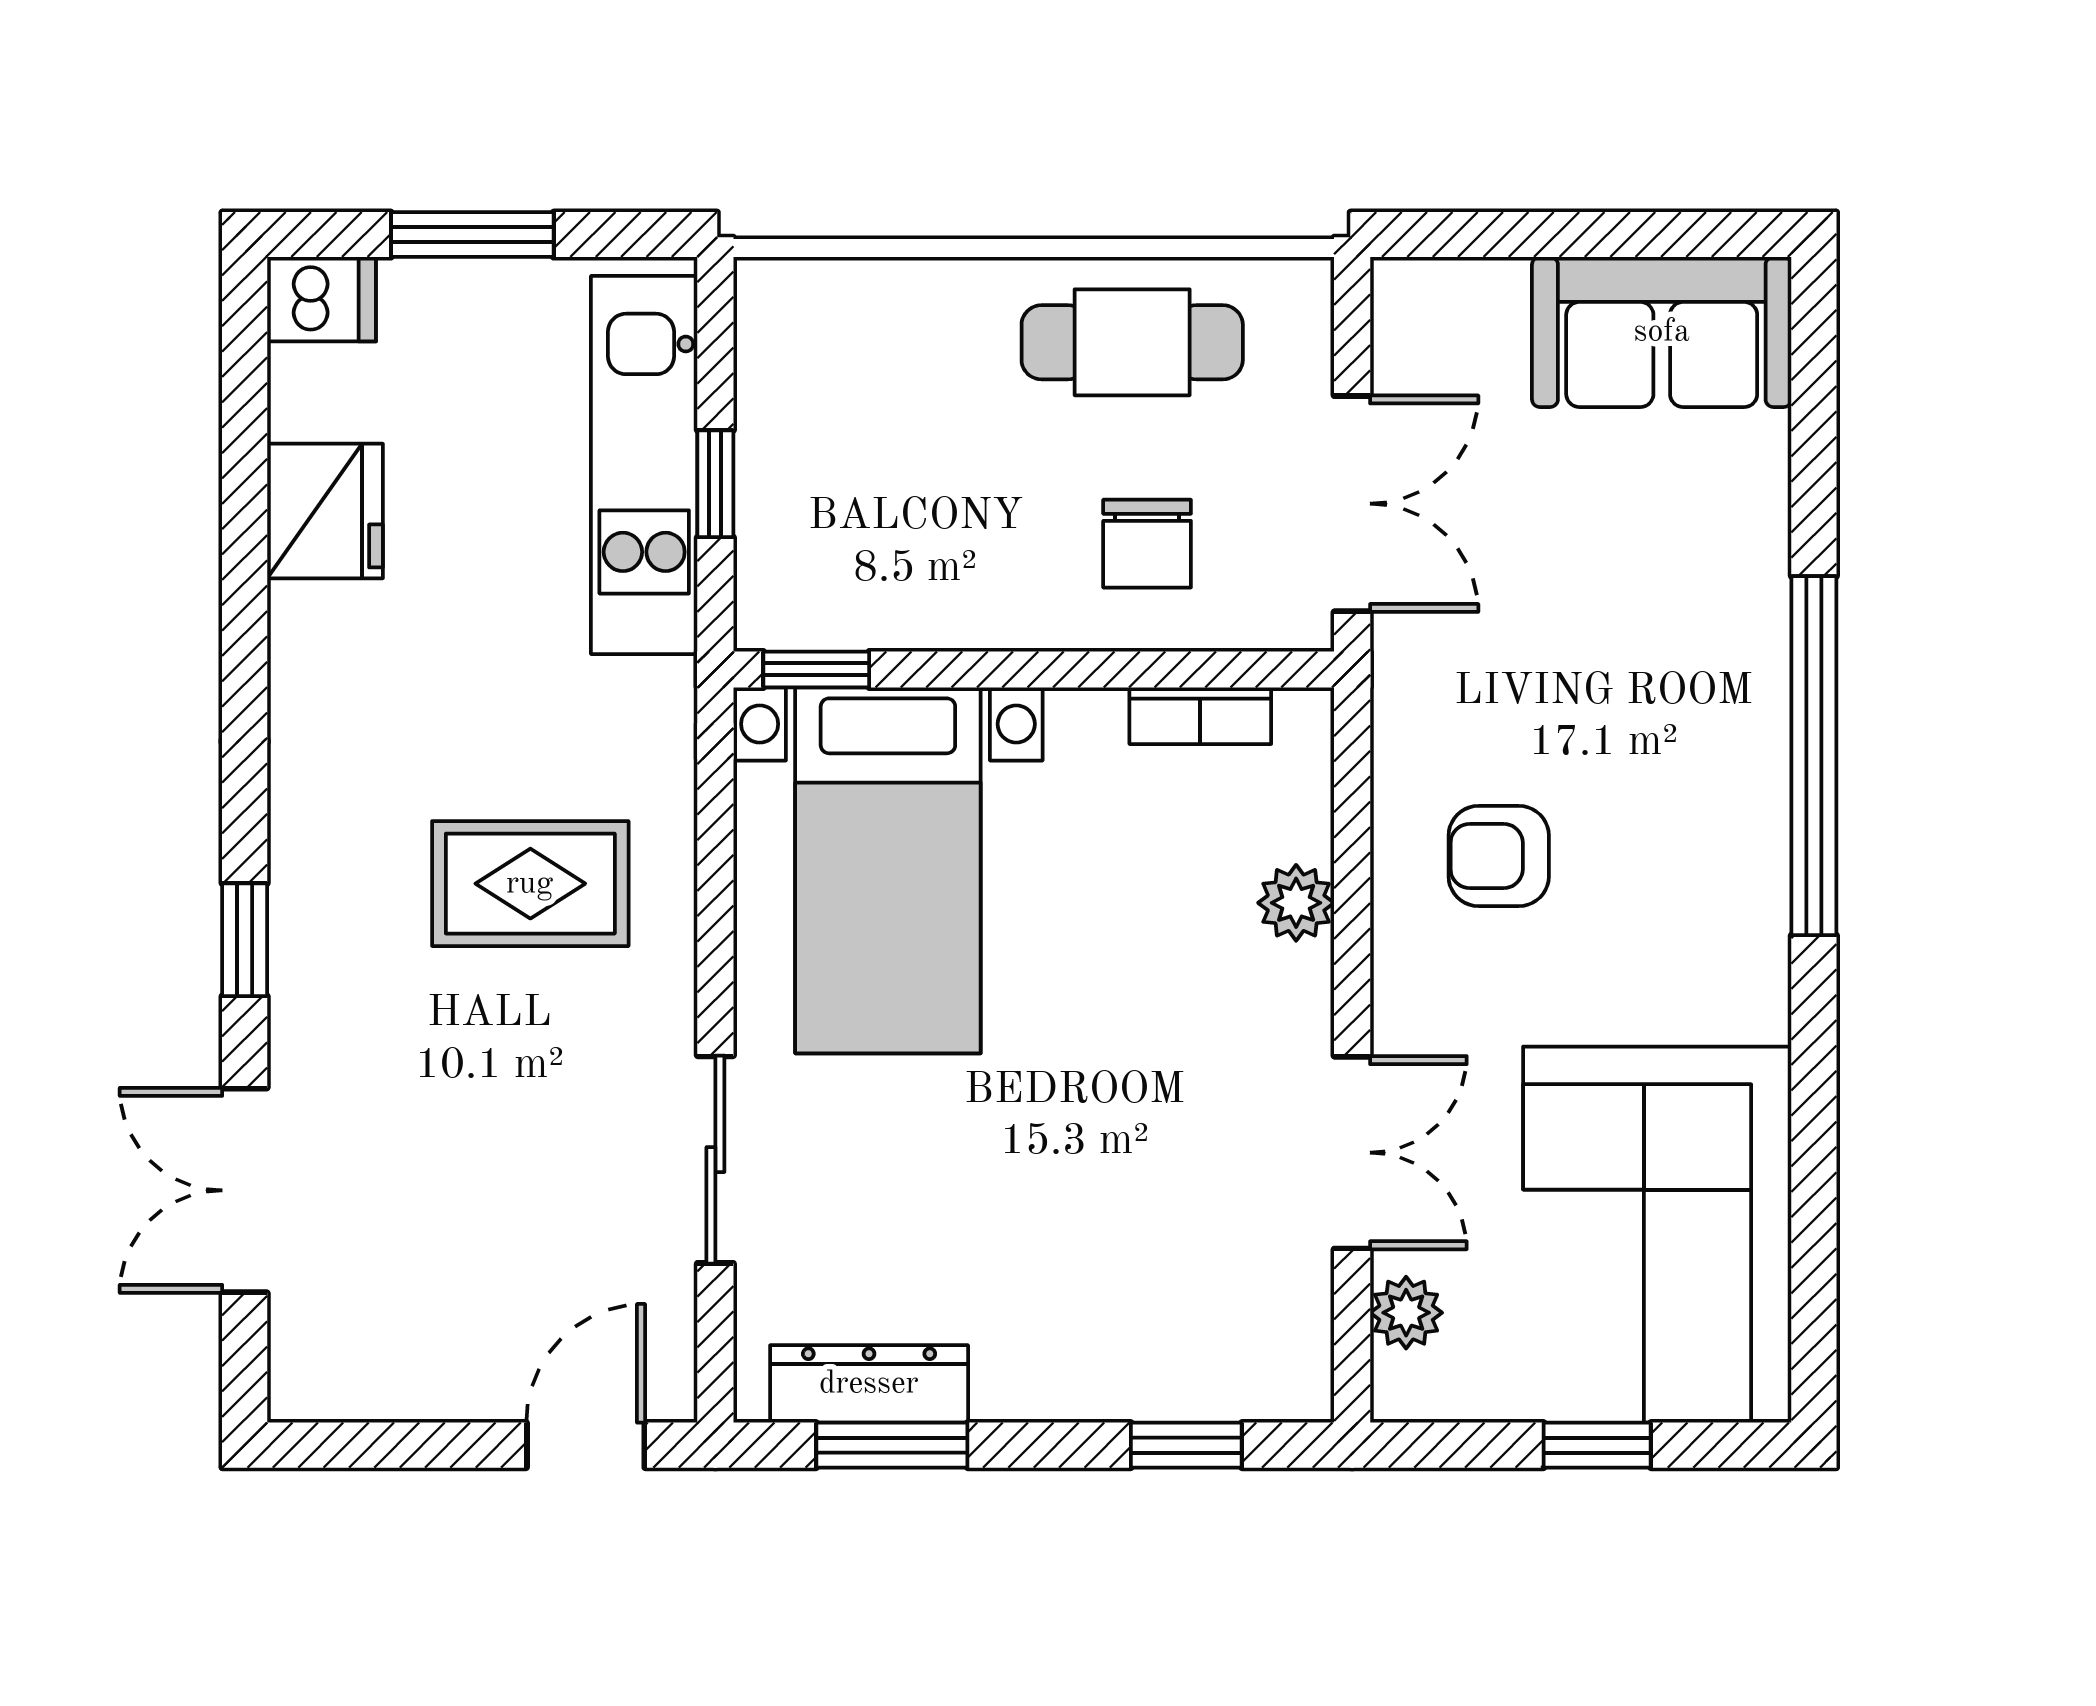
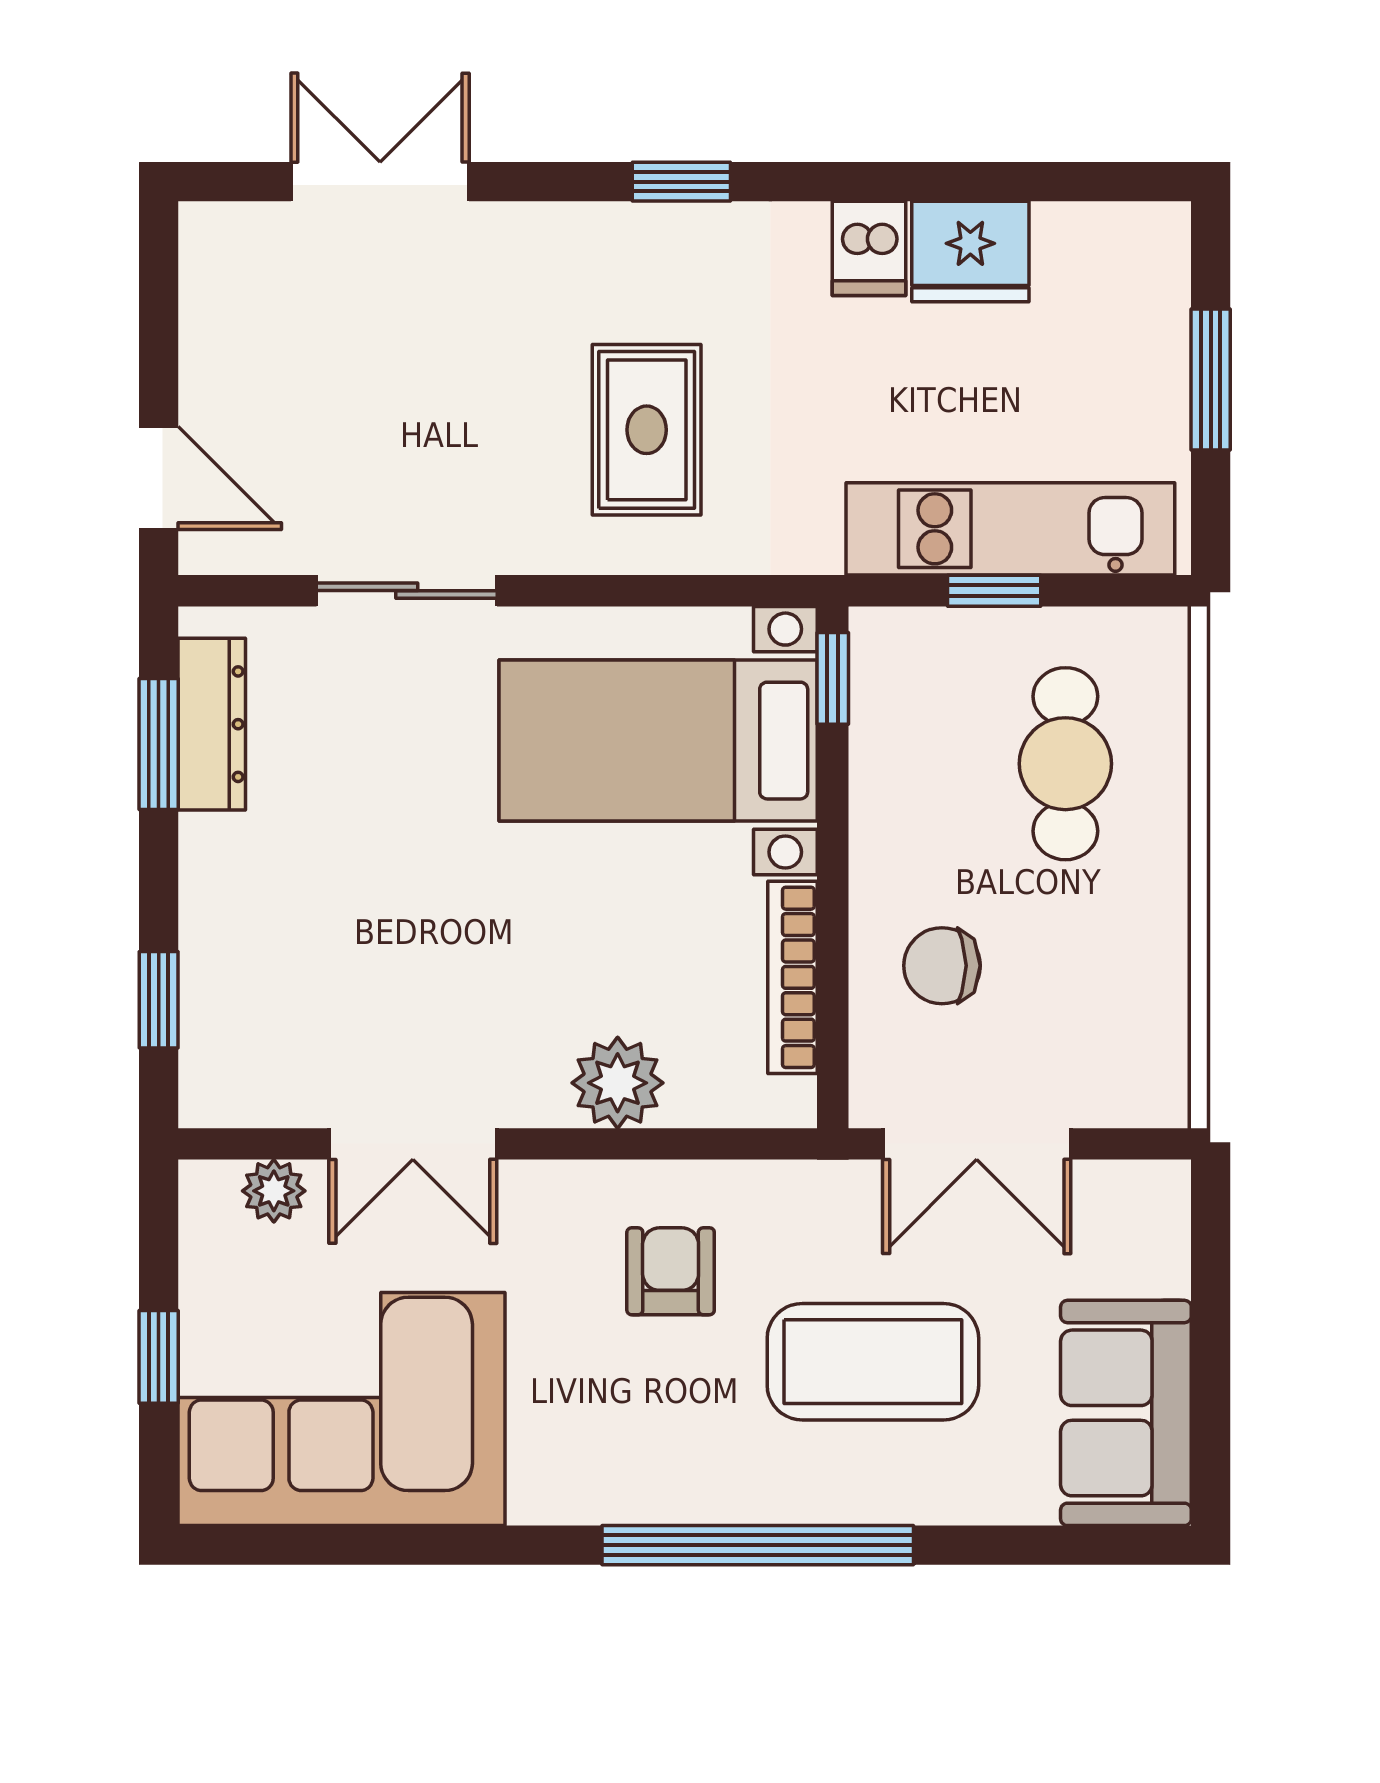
dishwasher: (321, 299) -> (869, 248), moved
cafe table: (1132, 342) -> (1065, 764), moved
coffee table: (1603, 623) -> (873, 1362), added
bookcase: (1200, 716) -> (792, 977), width x1.56
plant: (1296, 903) -> (618, 1083), width x1.38, depth x1.38
window: (245, 940) -> (681, 182), moved

